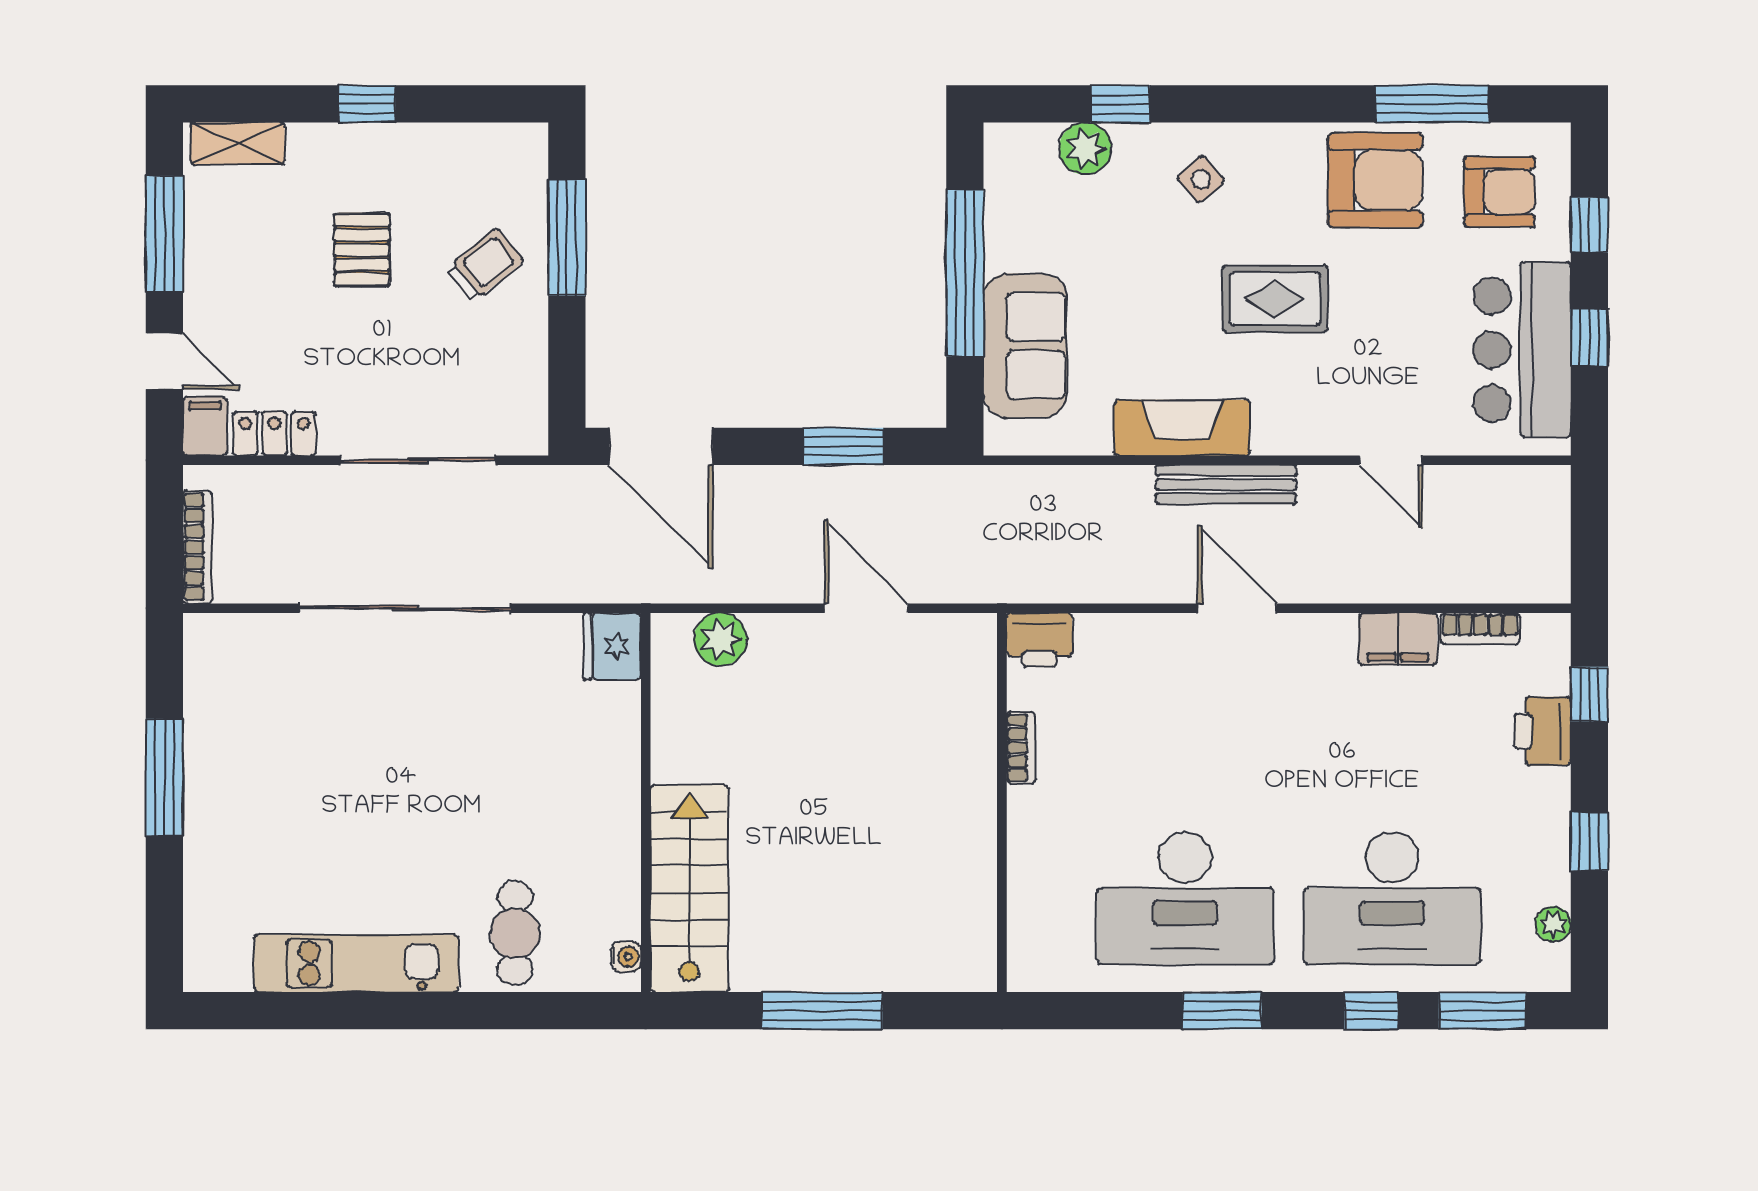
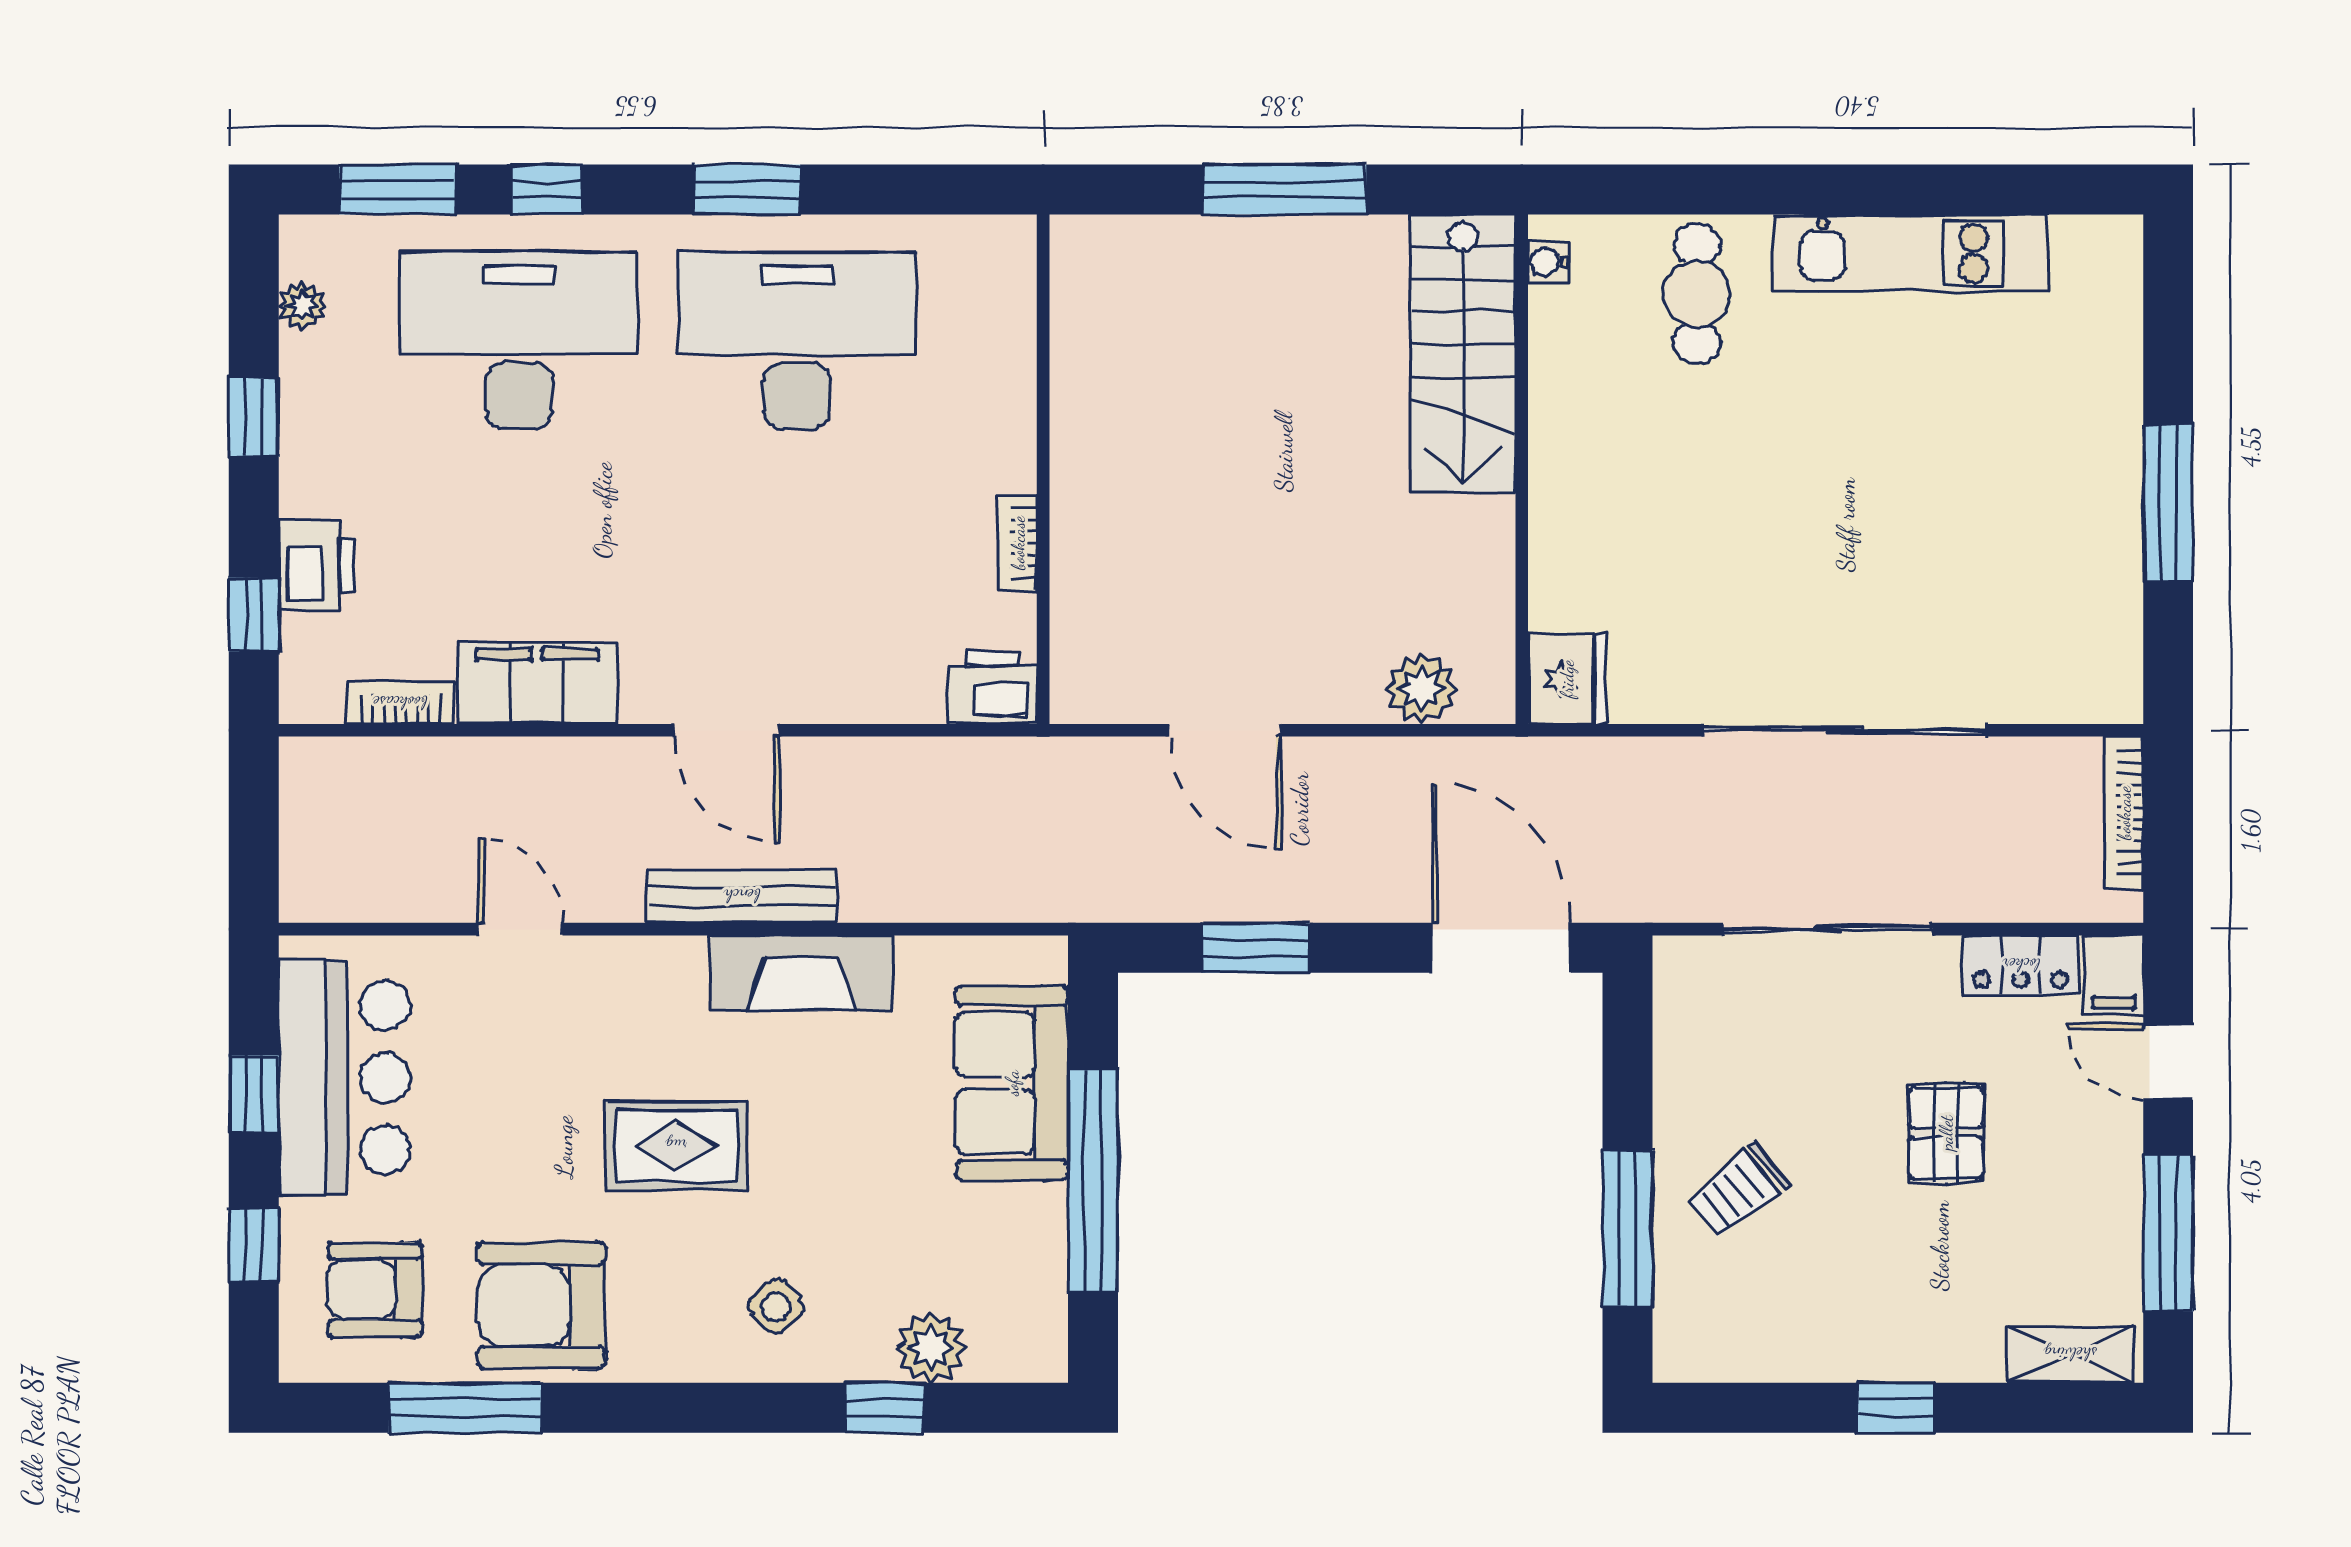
pallet: (362, 250) -> (1946, 1133), moved
filing cabinet: (1398, 639) -> (537, 683), width x1.50, depth x1.17

